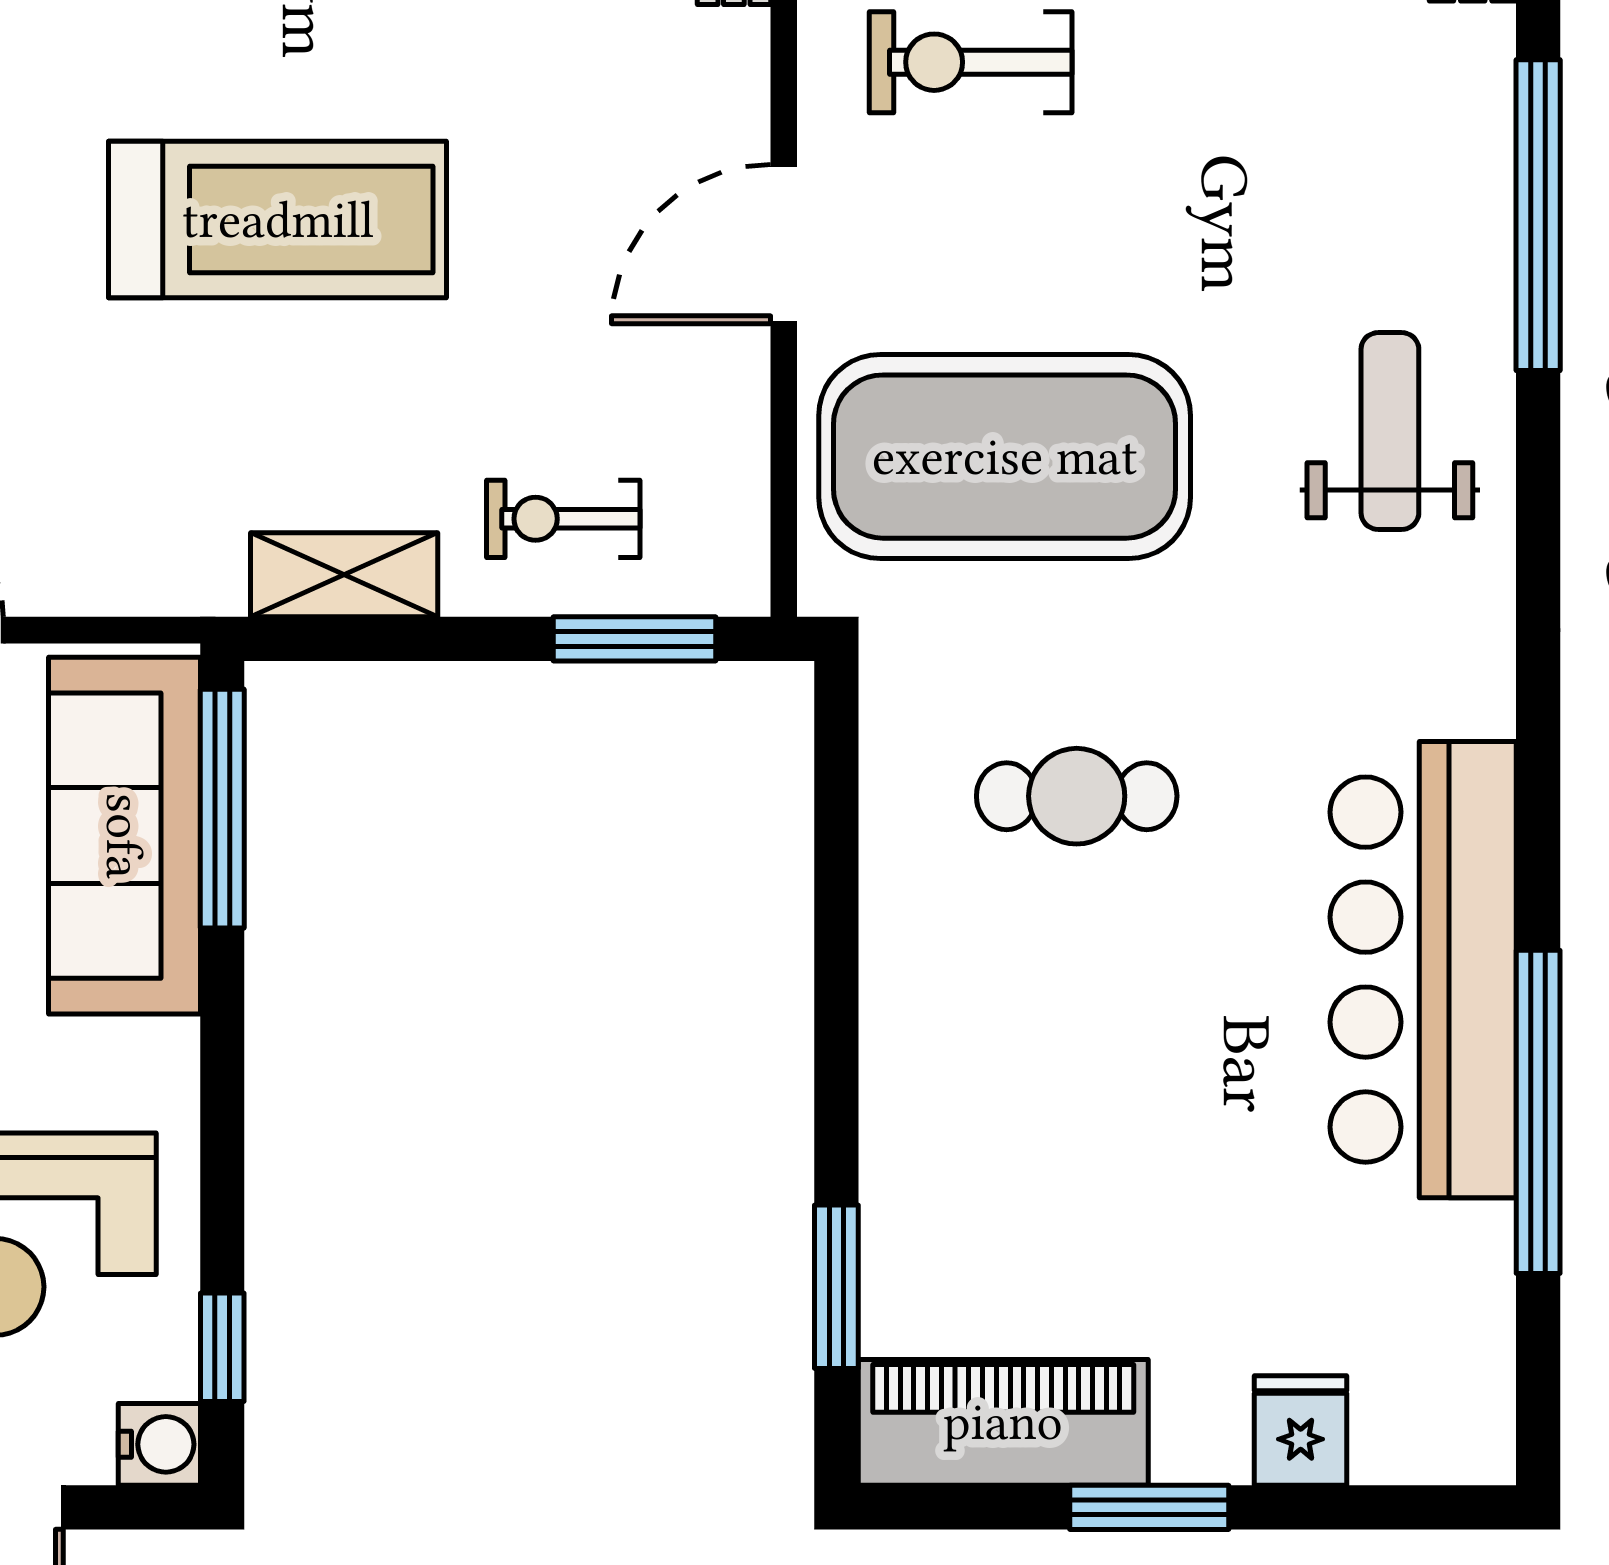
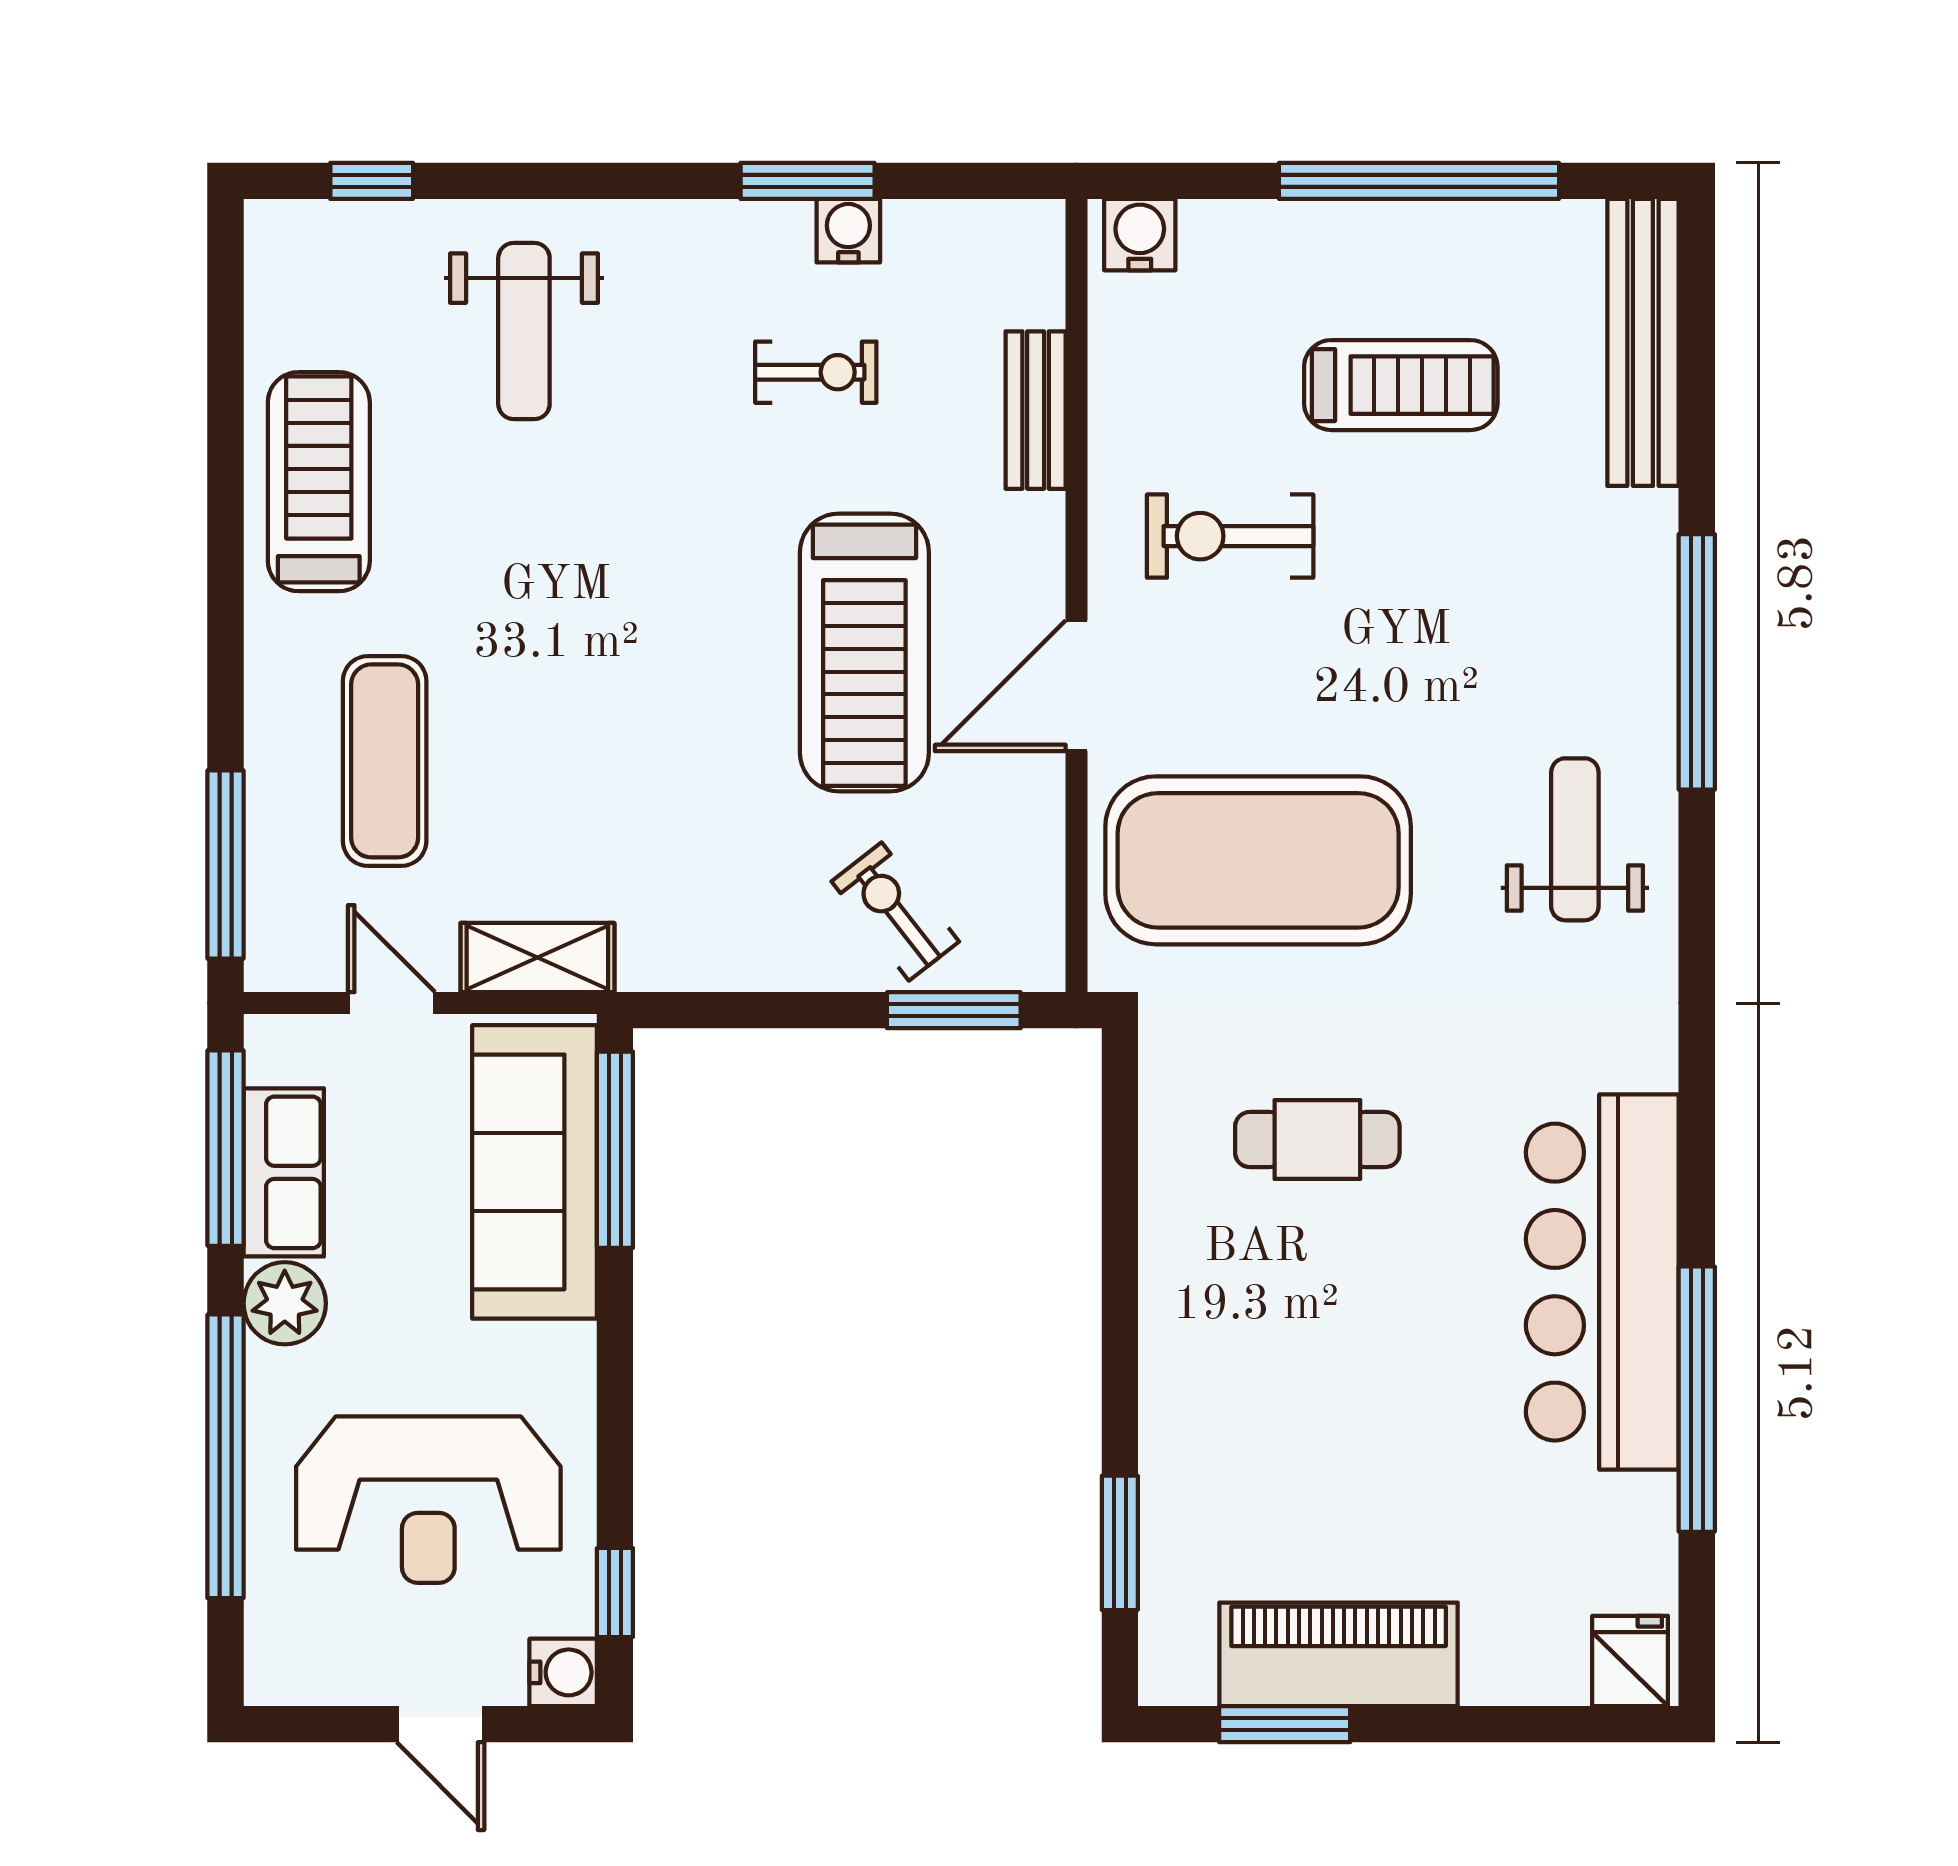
treadmill: (278, 220) -> (864, 652), moved, turned 90
exercise bike: (563, 519) -> (895, 911), turned 52
shelving: (344, 575) -> (537, 958), moved
piano: (1003, 1422) -> (1339, 1654), moved
fridge: (1301, 1430) -> (1630, 1661), moved
window: (1149, 1507) -> (1285, 1724), moved

